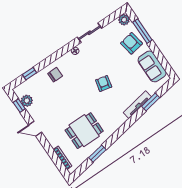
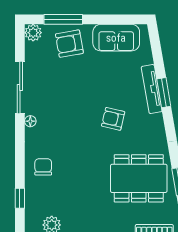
sliding door: (89, 33) -> (20, 87), width x1.37
armchair: (104, 83) -> (113, 119), moved
window: (151, 102) -> (164, 93), moved
dining table: (84, 131) -> (139, 178), width x1.38

